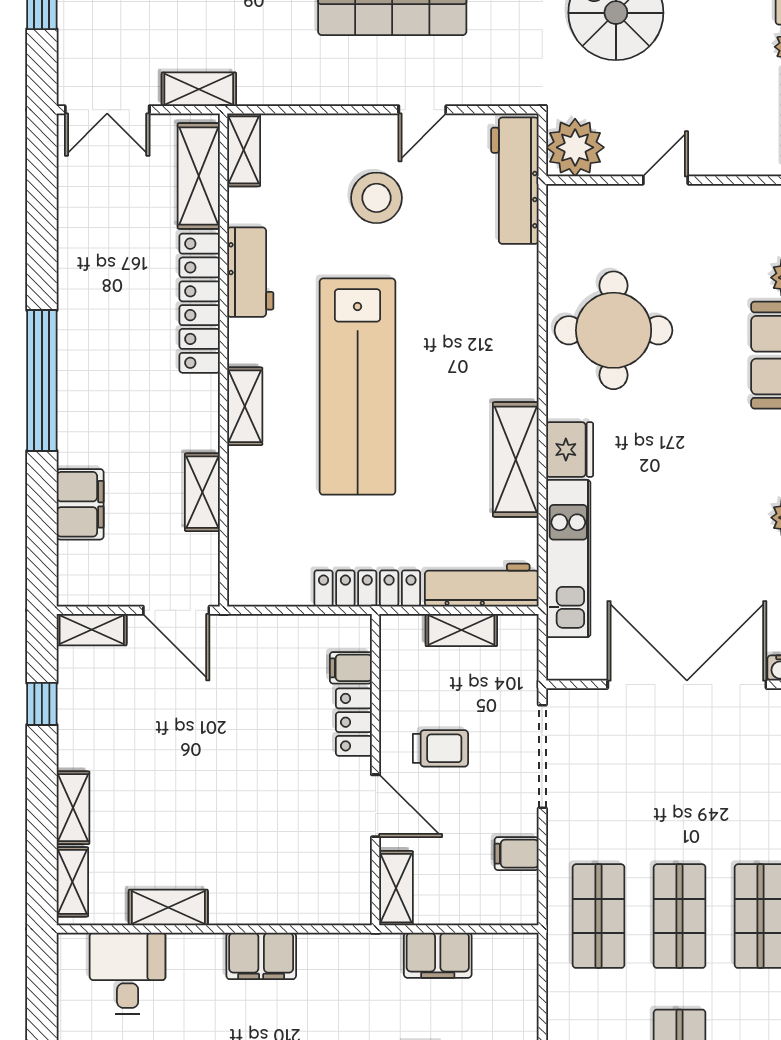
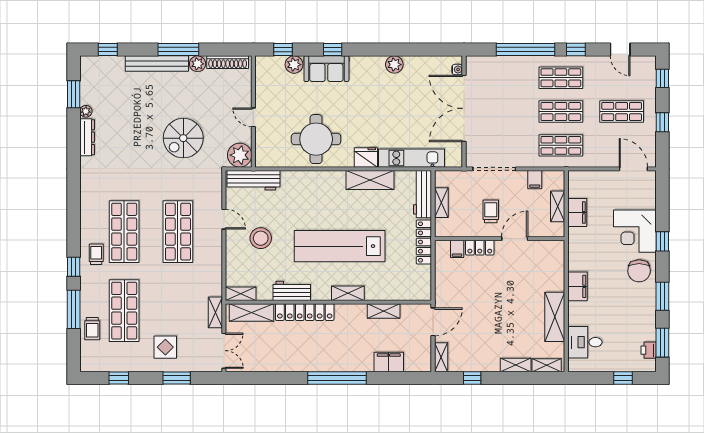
lab bench: (358, 387) -> (340, 246), turned 180
shelving: (396, 888) -> (558, 206), moved, turned 90
shelving: (168, 907) -> (555, 317), width x1.50, depth x1.33

